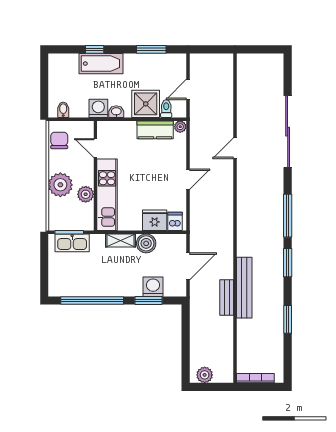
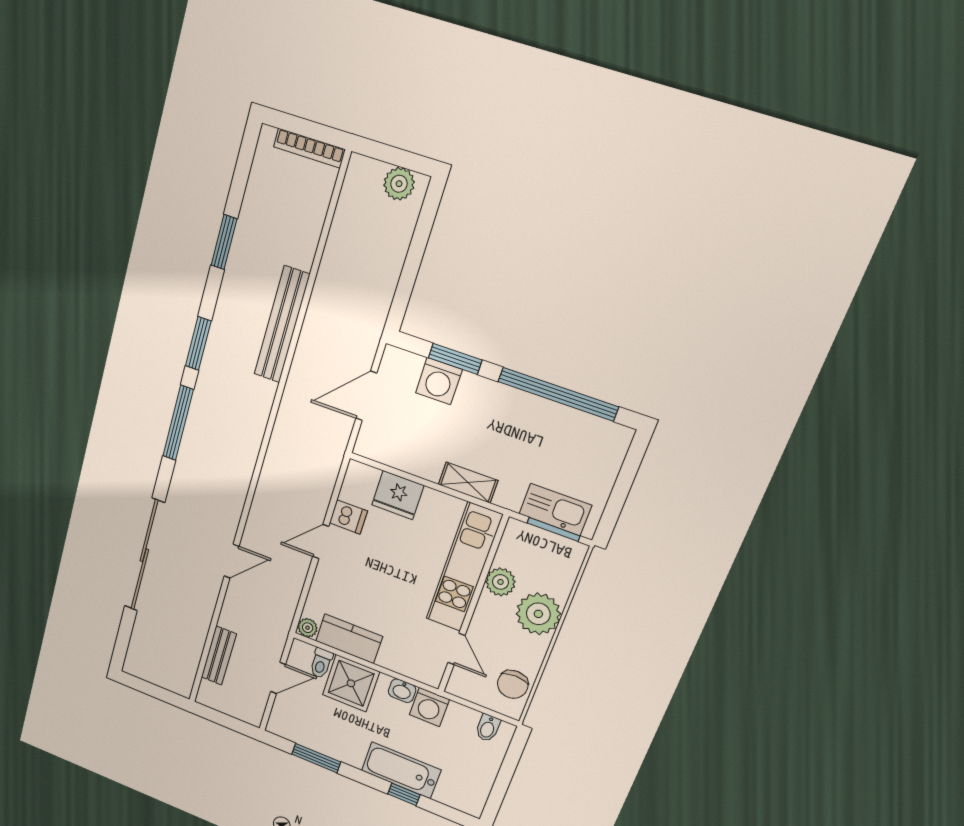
dishwasher: (175, 221) -> (348, 517), moved, turned -90
boiler: (146, 243) -> (425, 461), removed
bench: (227, 298) -> (219, 656), moved

